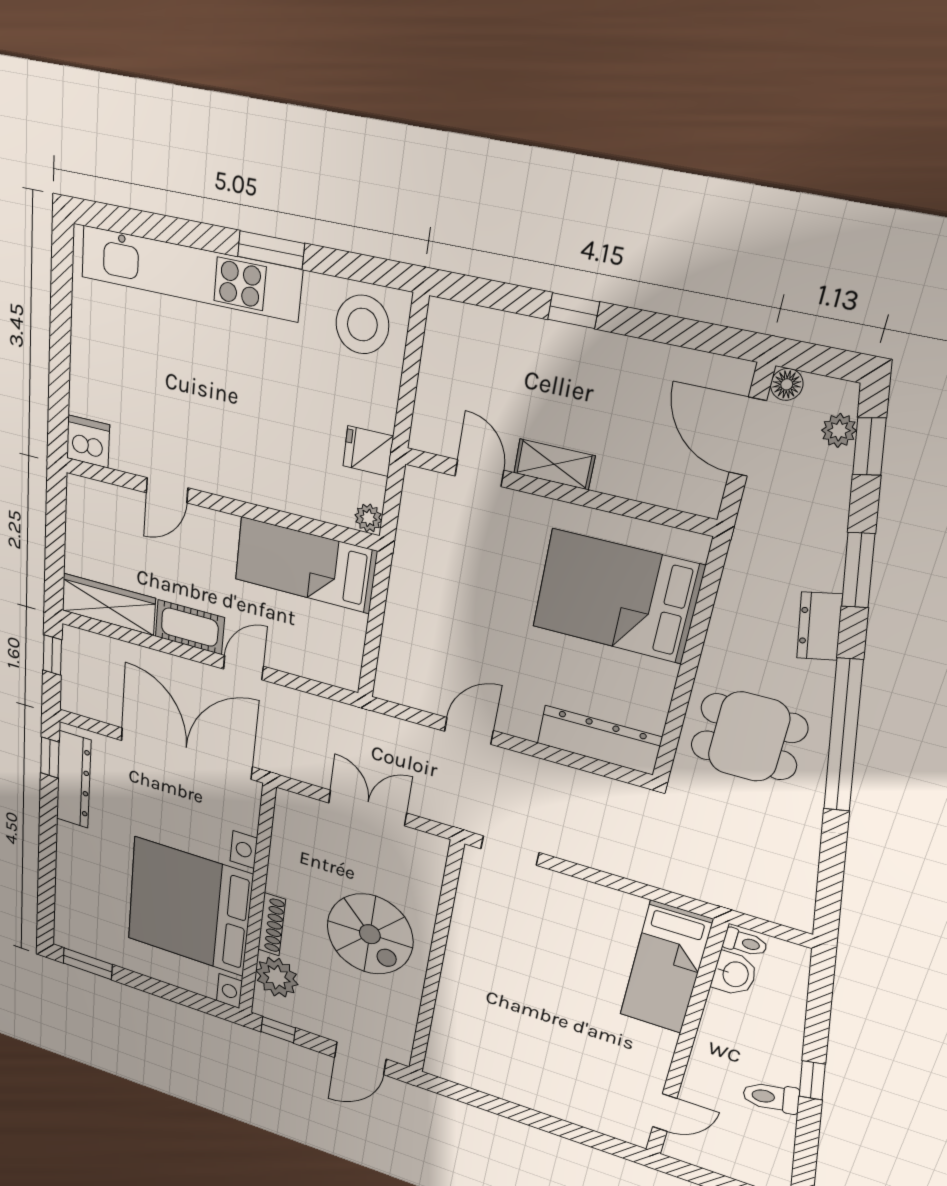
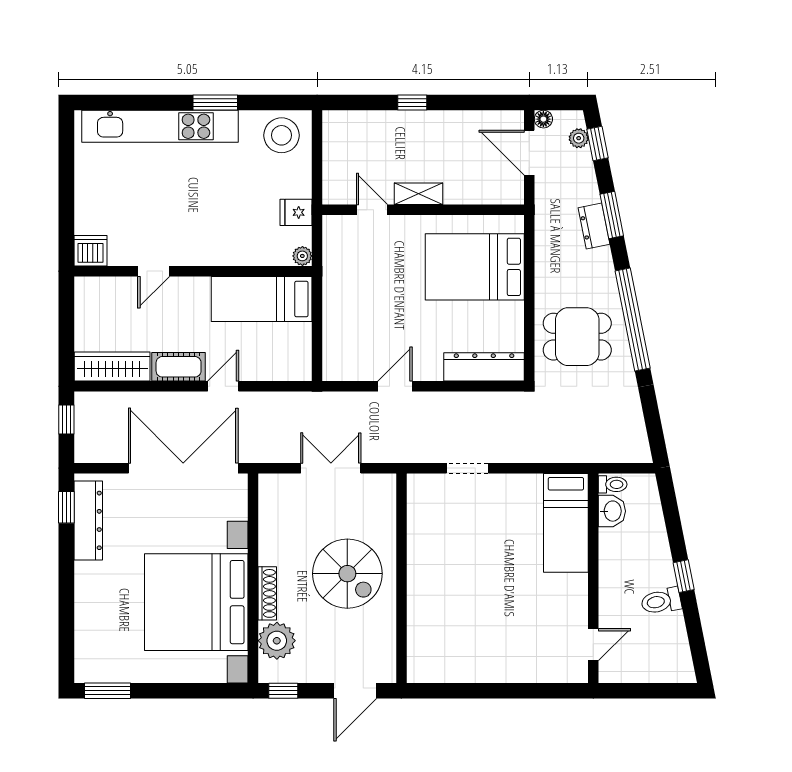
dresser: (819, 626) -> (594, 226), moved
doorway: (510, 851) -> (467, 468), moved

